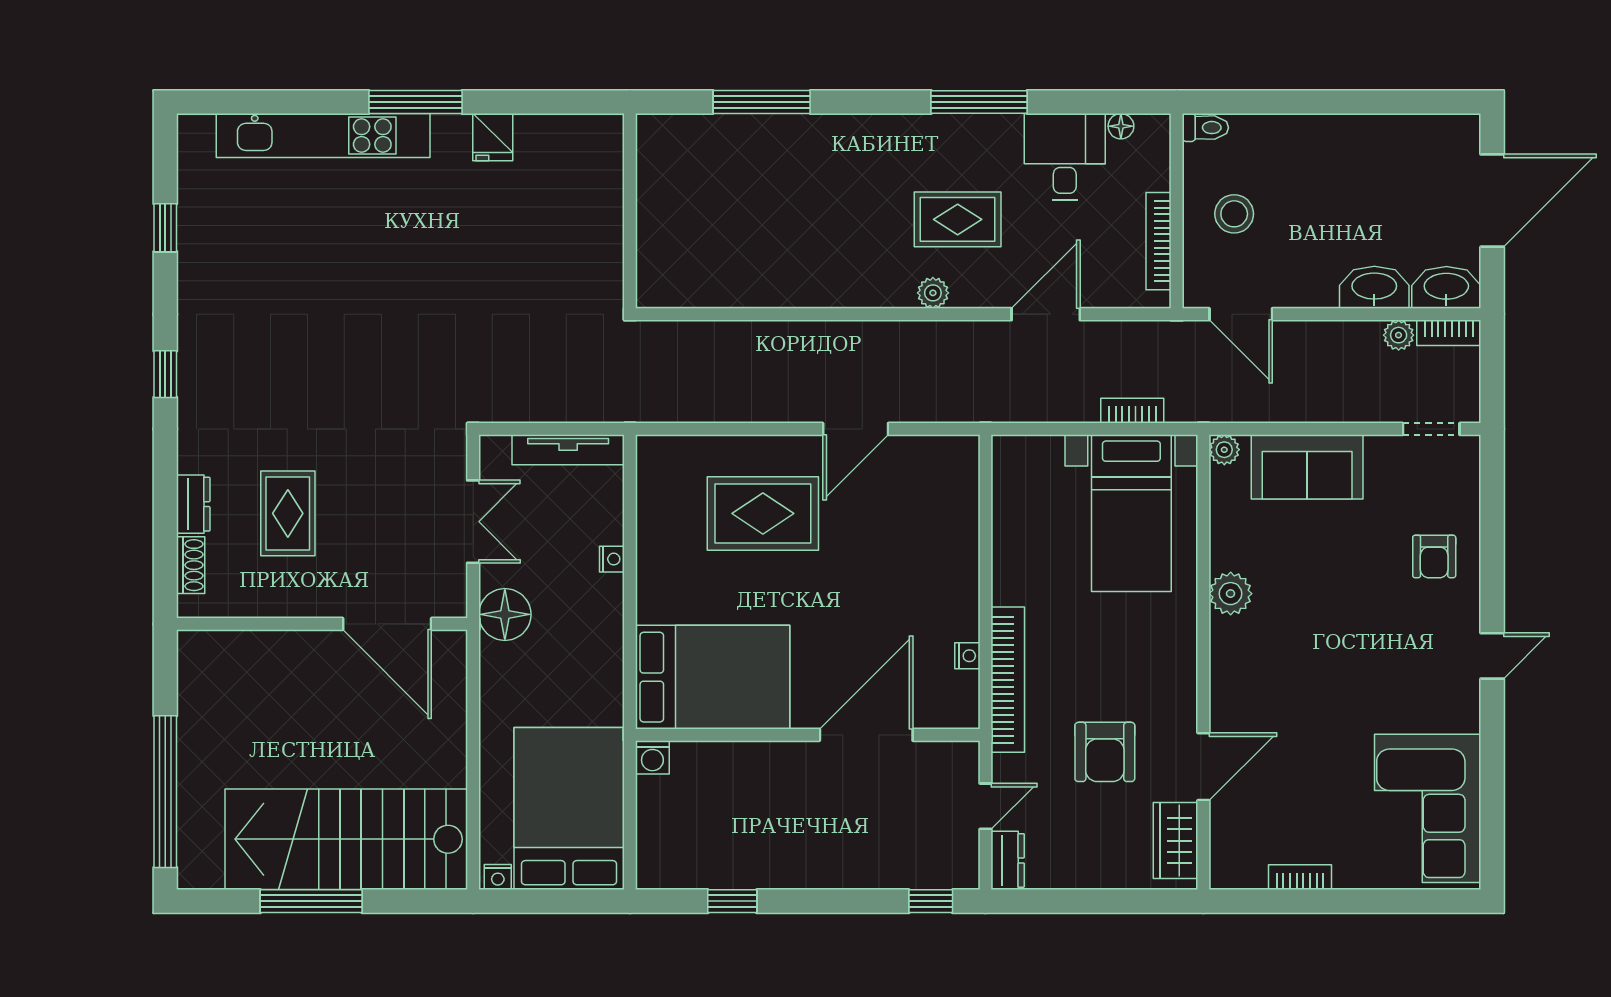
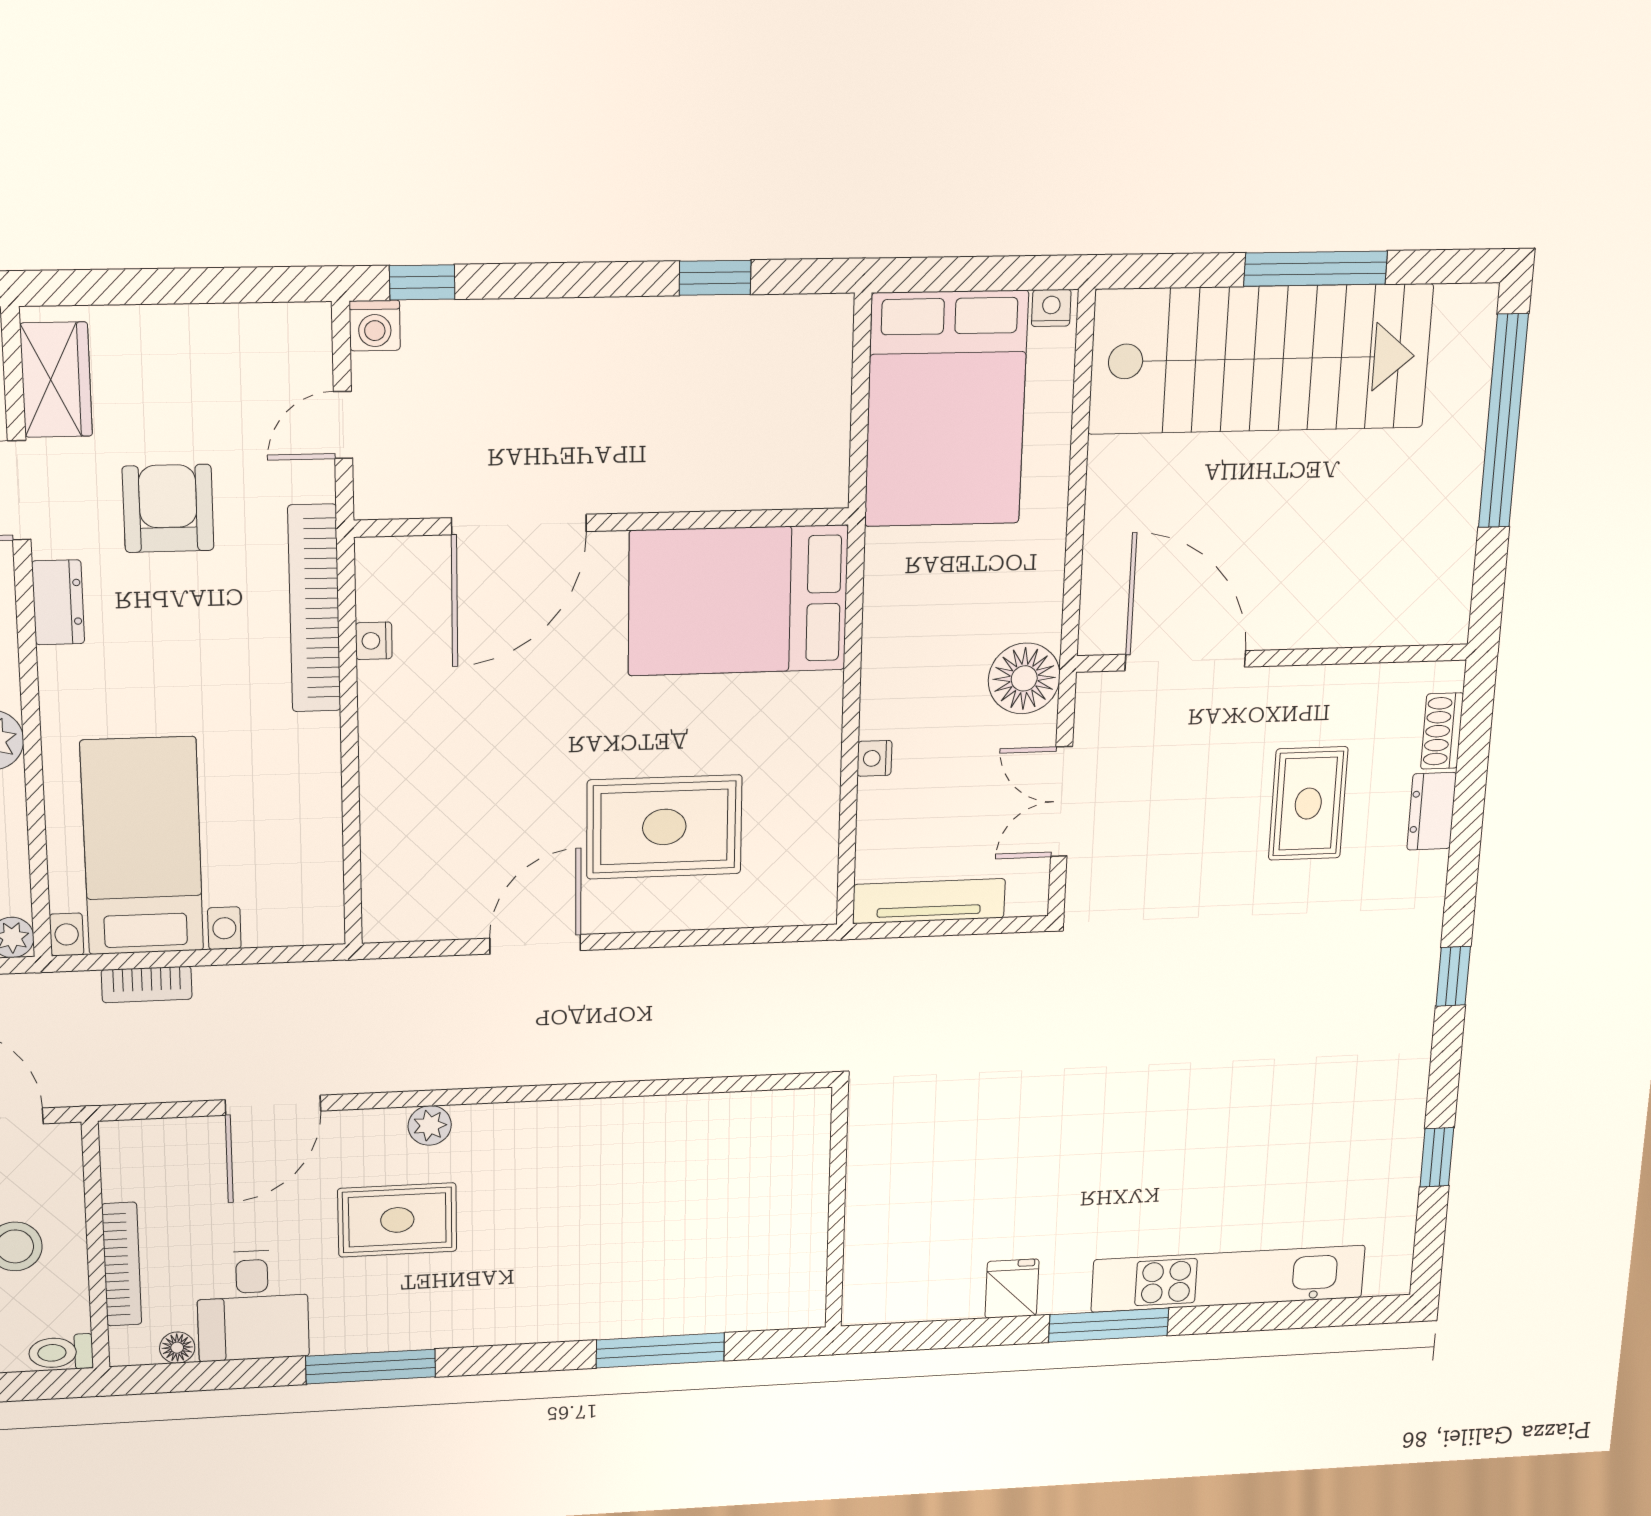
bookcase: (1158, 241) -> (122, 1264), moved
washing machine: (652, 757) -> (375, 326), moved, turned 180
dresser: (1008, 860) -> (58, 602), moved, turned 180

